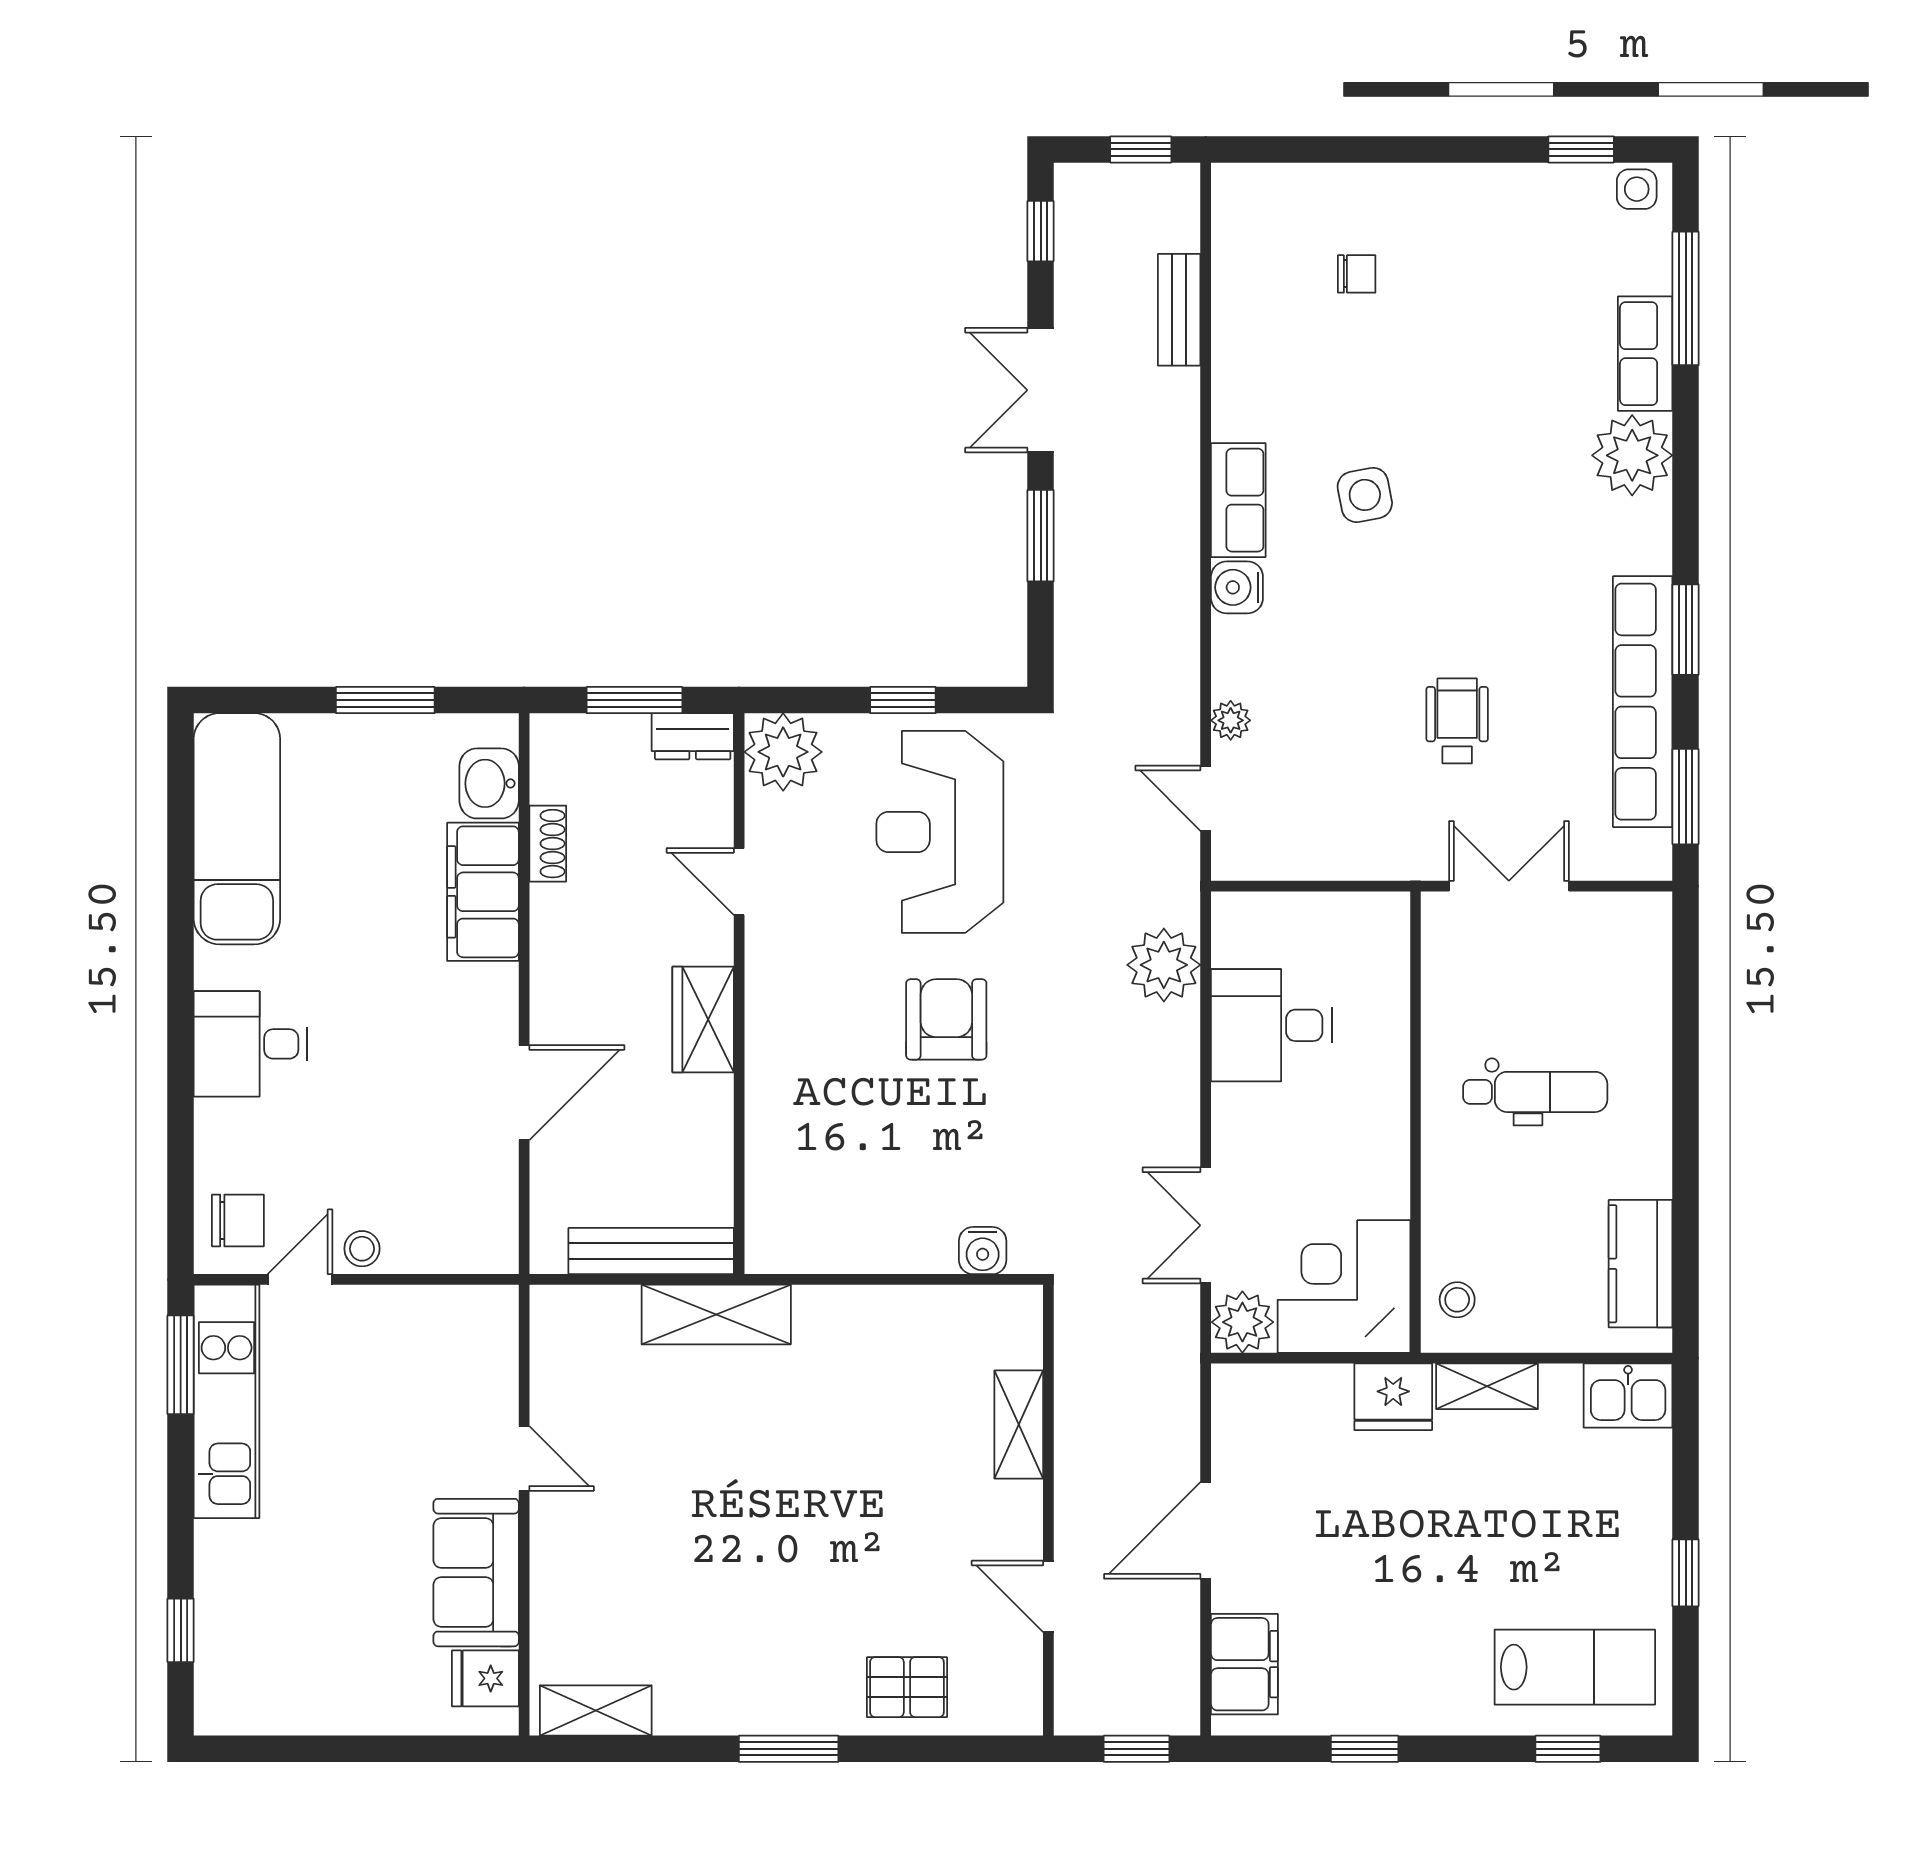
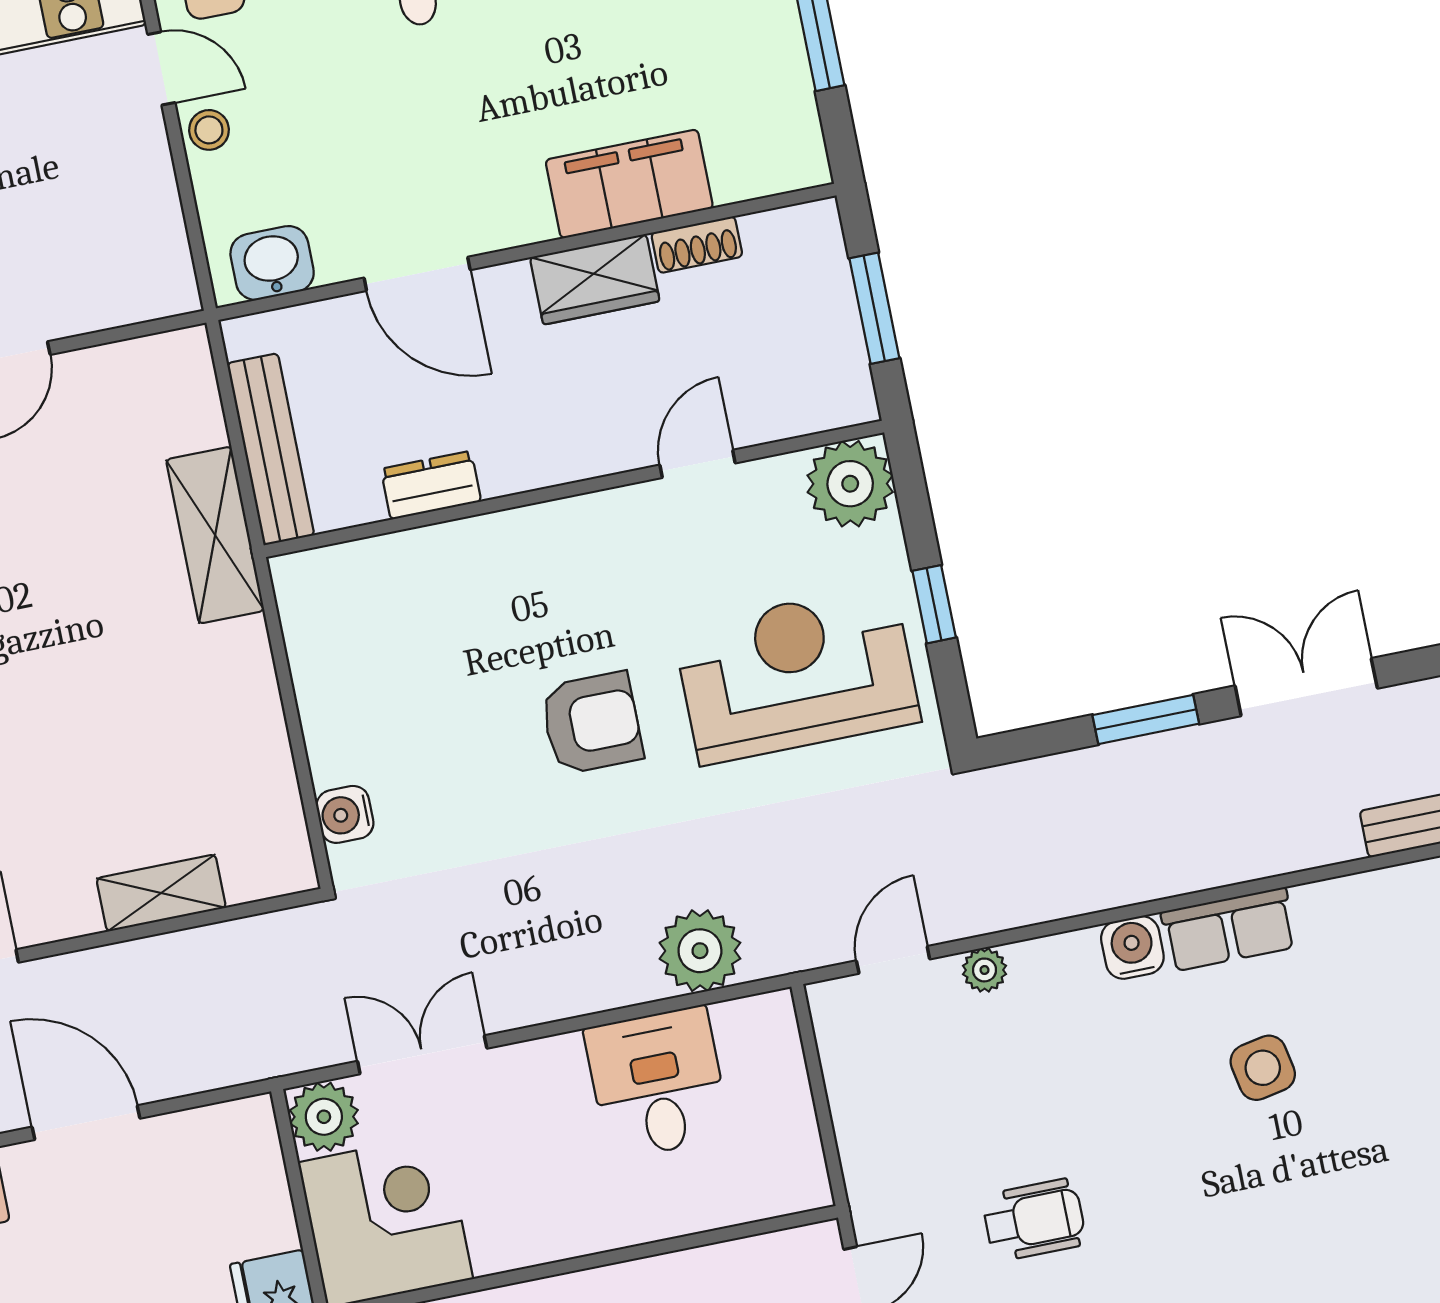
dresser: (693, 736) -> (431, 485), moved, turned 90
washbasin: (489, 783) -> (272, 263), moved
wardrobe: (703, 1019) -> (595, 279), moved, turned 180

